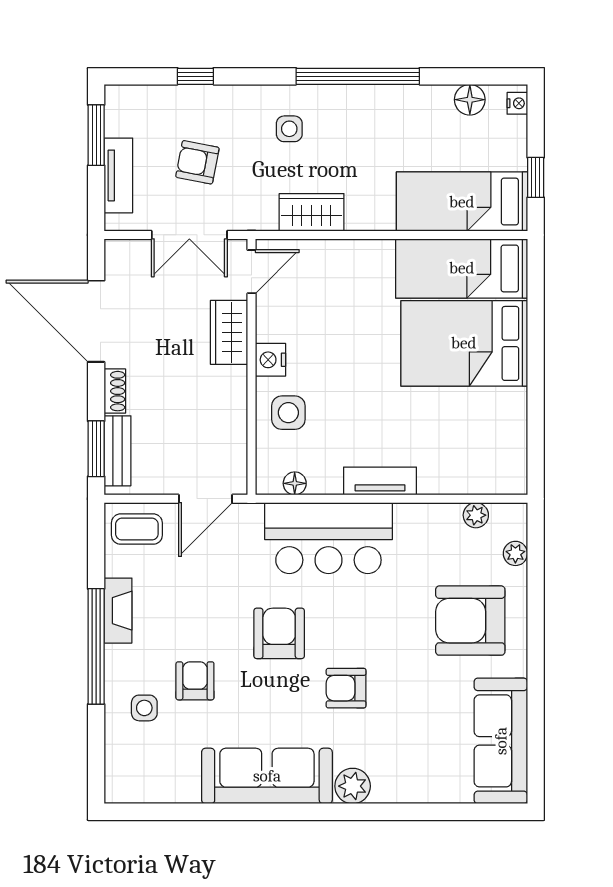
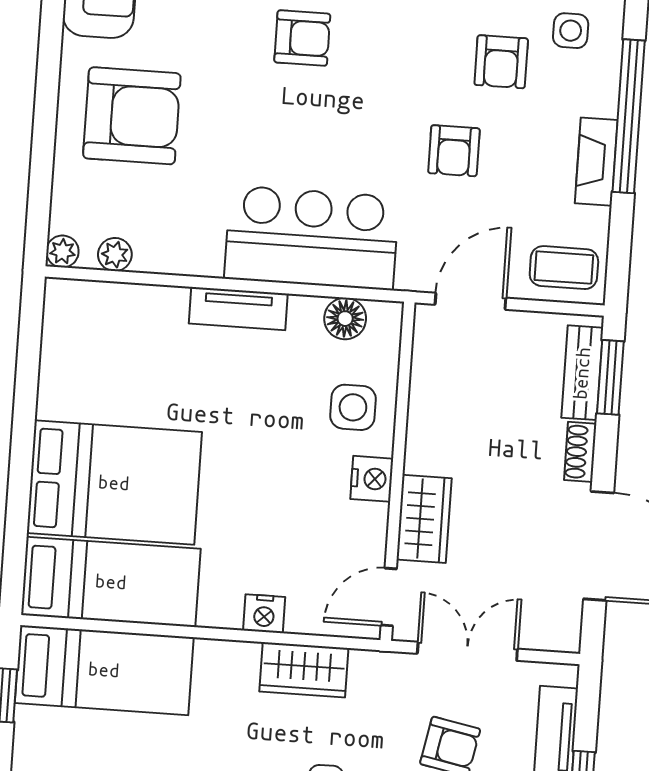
nightstand: (344, 253) -> (264, 614), added
floor lamp: (295, 483) -> (345, 319), width x1.37, depth x1.37
plant: (515, 553) -> (62, 251), moved
armchair: (279, 633) -> (454, 151), moved, width x0.72, depth x0.72

